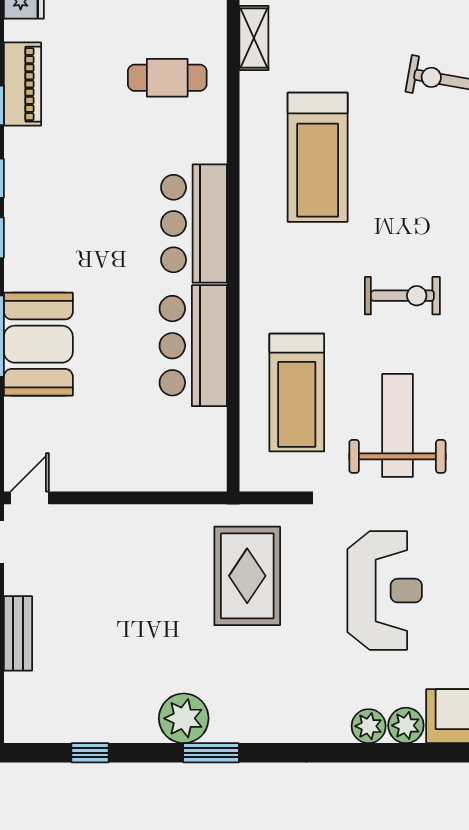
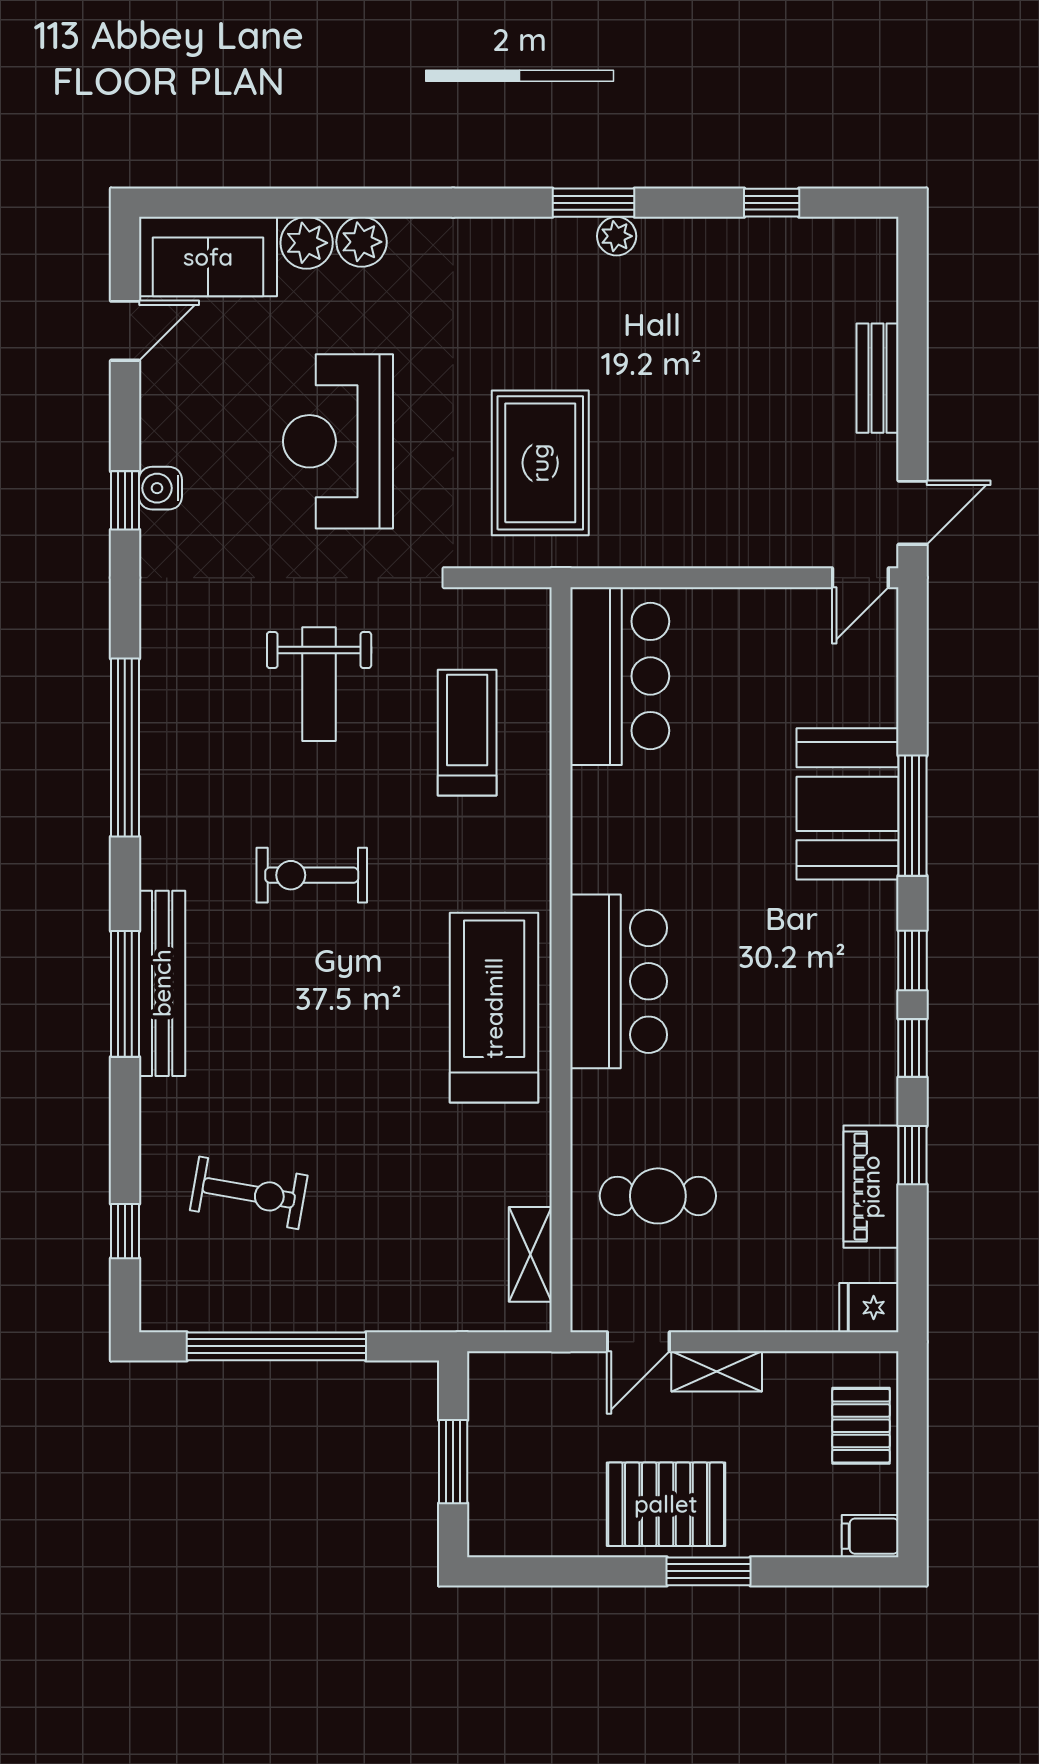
treadmill: (318, 157) -> (494, 1008), moved
bar counter: (193, 346) -> (620, 676), moved
treadmill: (297, 393) -> (467, 733), width x0.73, depth x0.73
weight bench: (397, 425) -> (319, 684), width x0.73, depth x0.75
plant: (184, 718) -> (617, 236), width x0.53, depth x0.53

